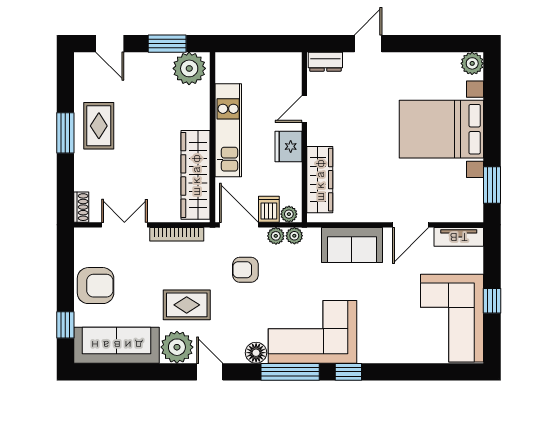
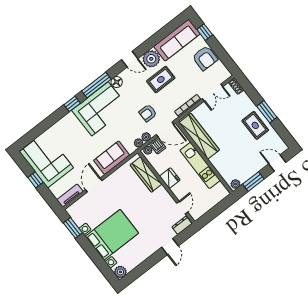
plant: (189, 68) -> (235, 184), width x0.53, depth x0.53
door: (304, 109) -> (182, 208), moved
armchair: (245, 270) -> (148, 113), turned 180
armchair: (96, 286) -> (205, 58), turned -90

